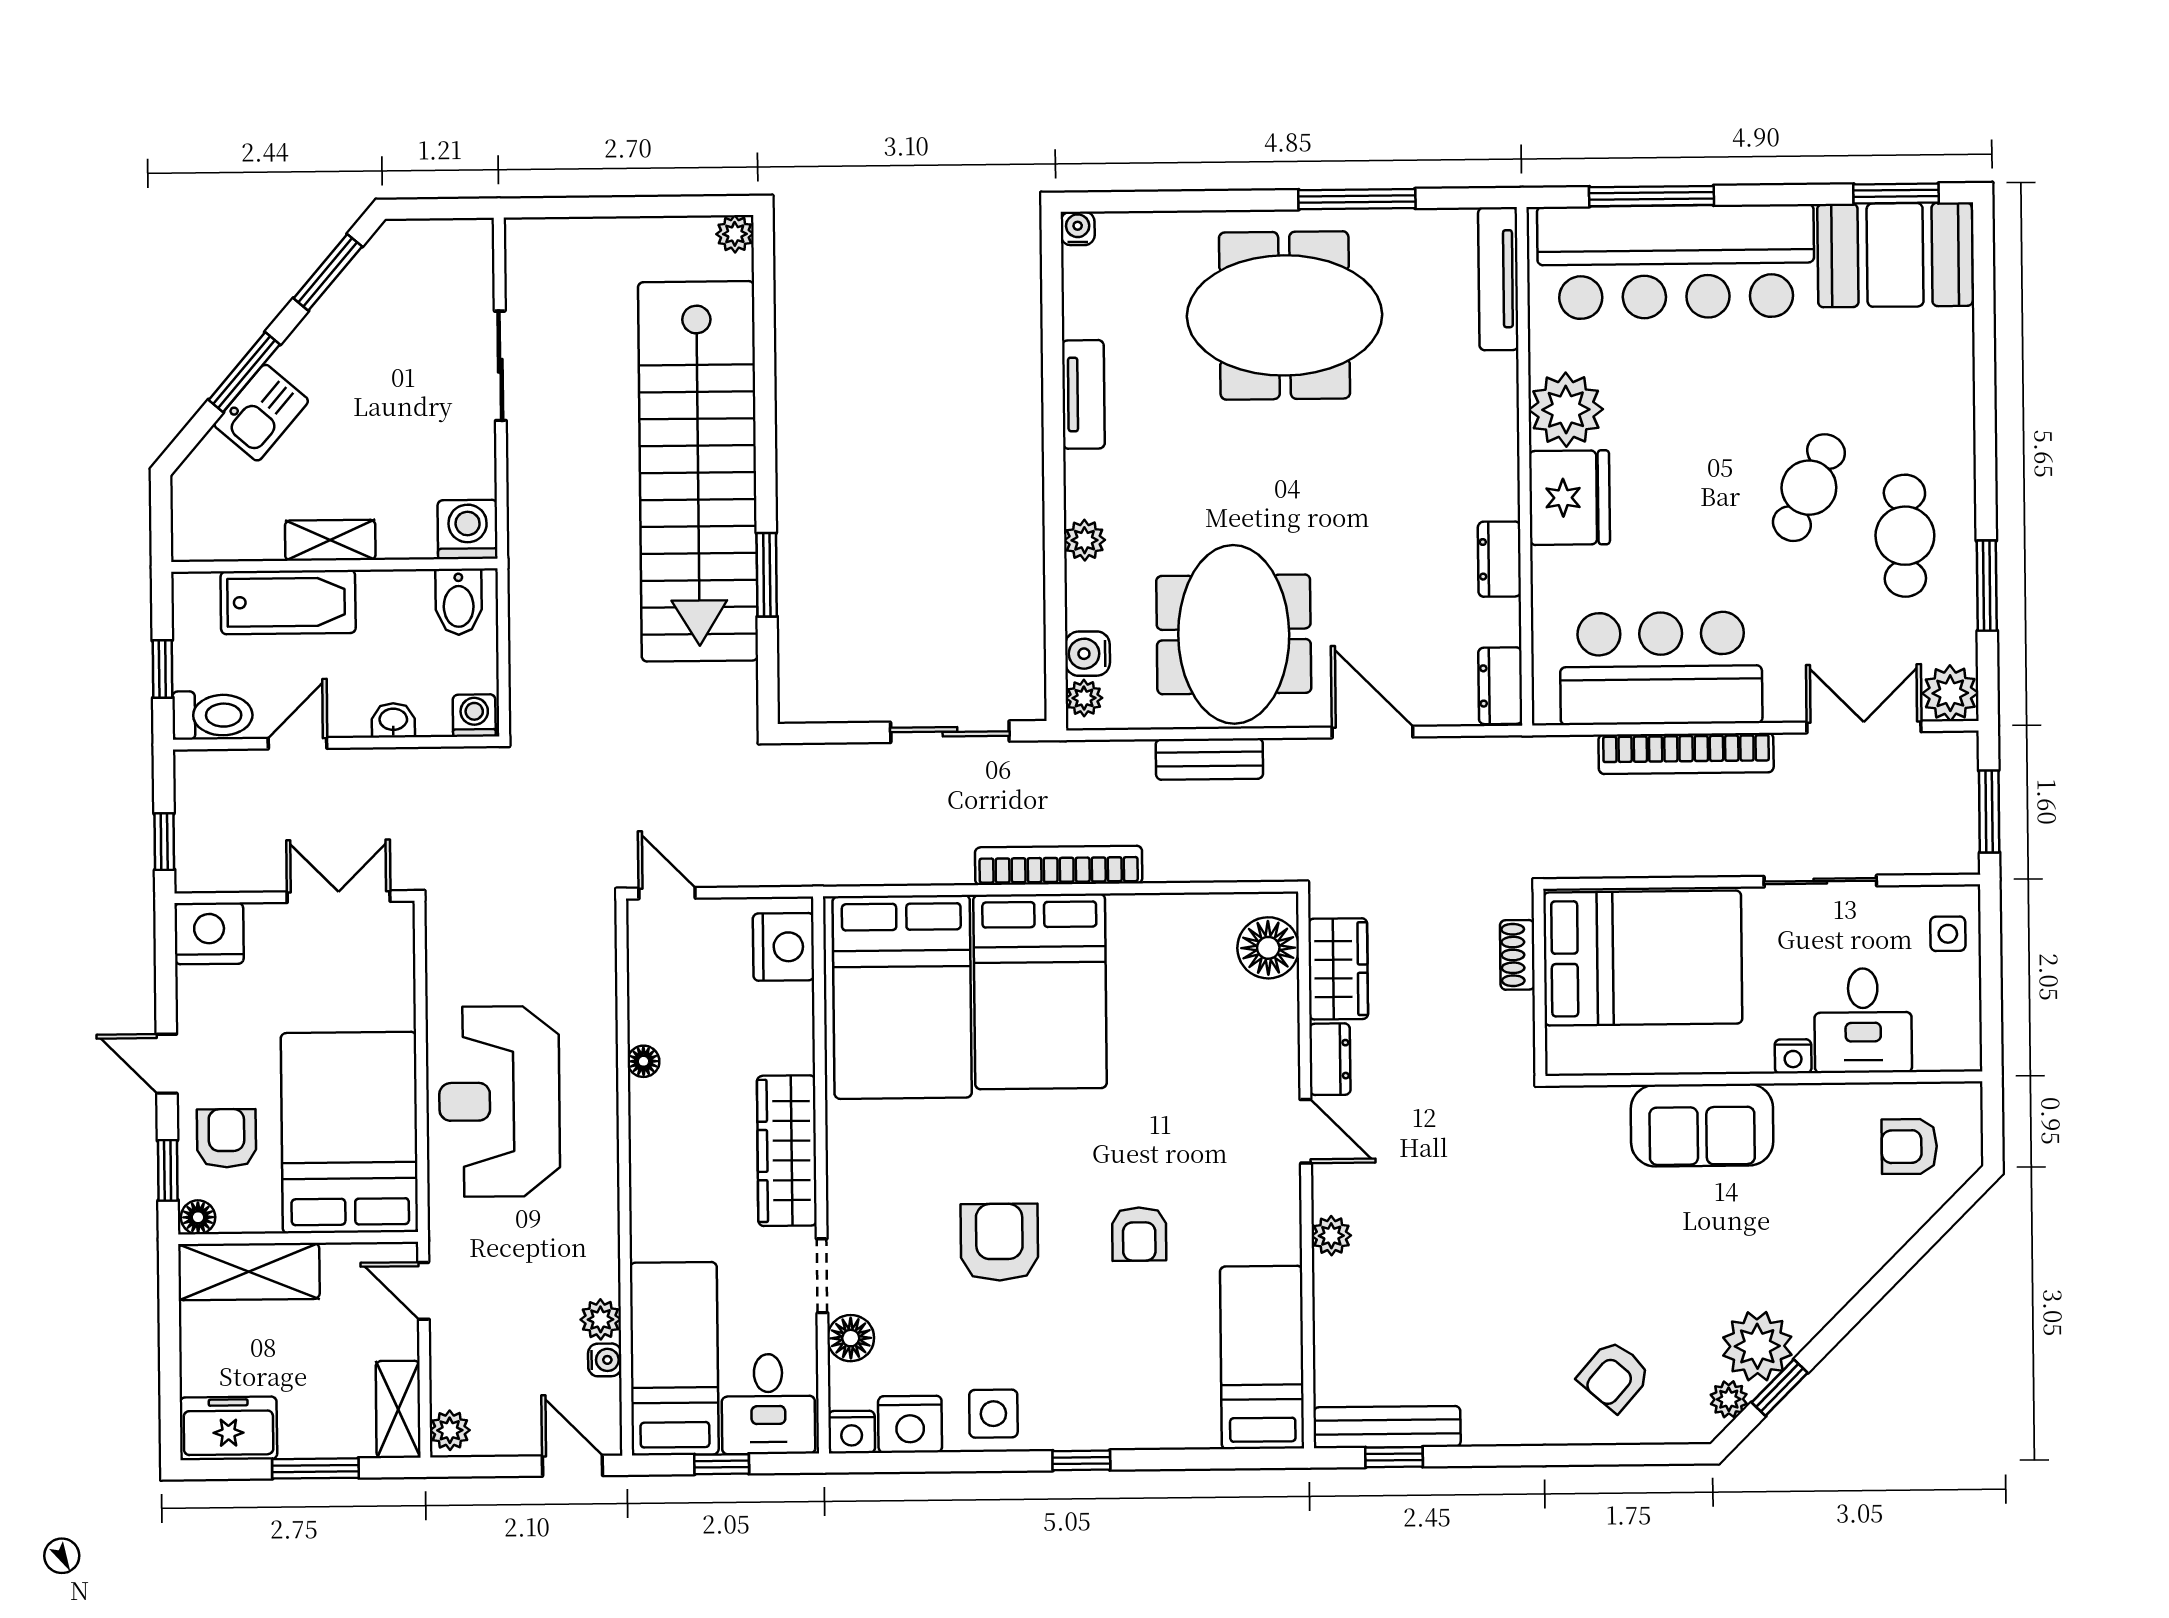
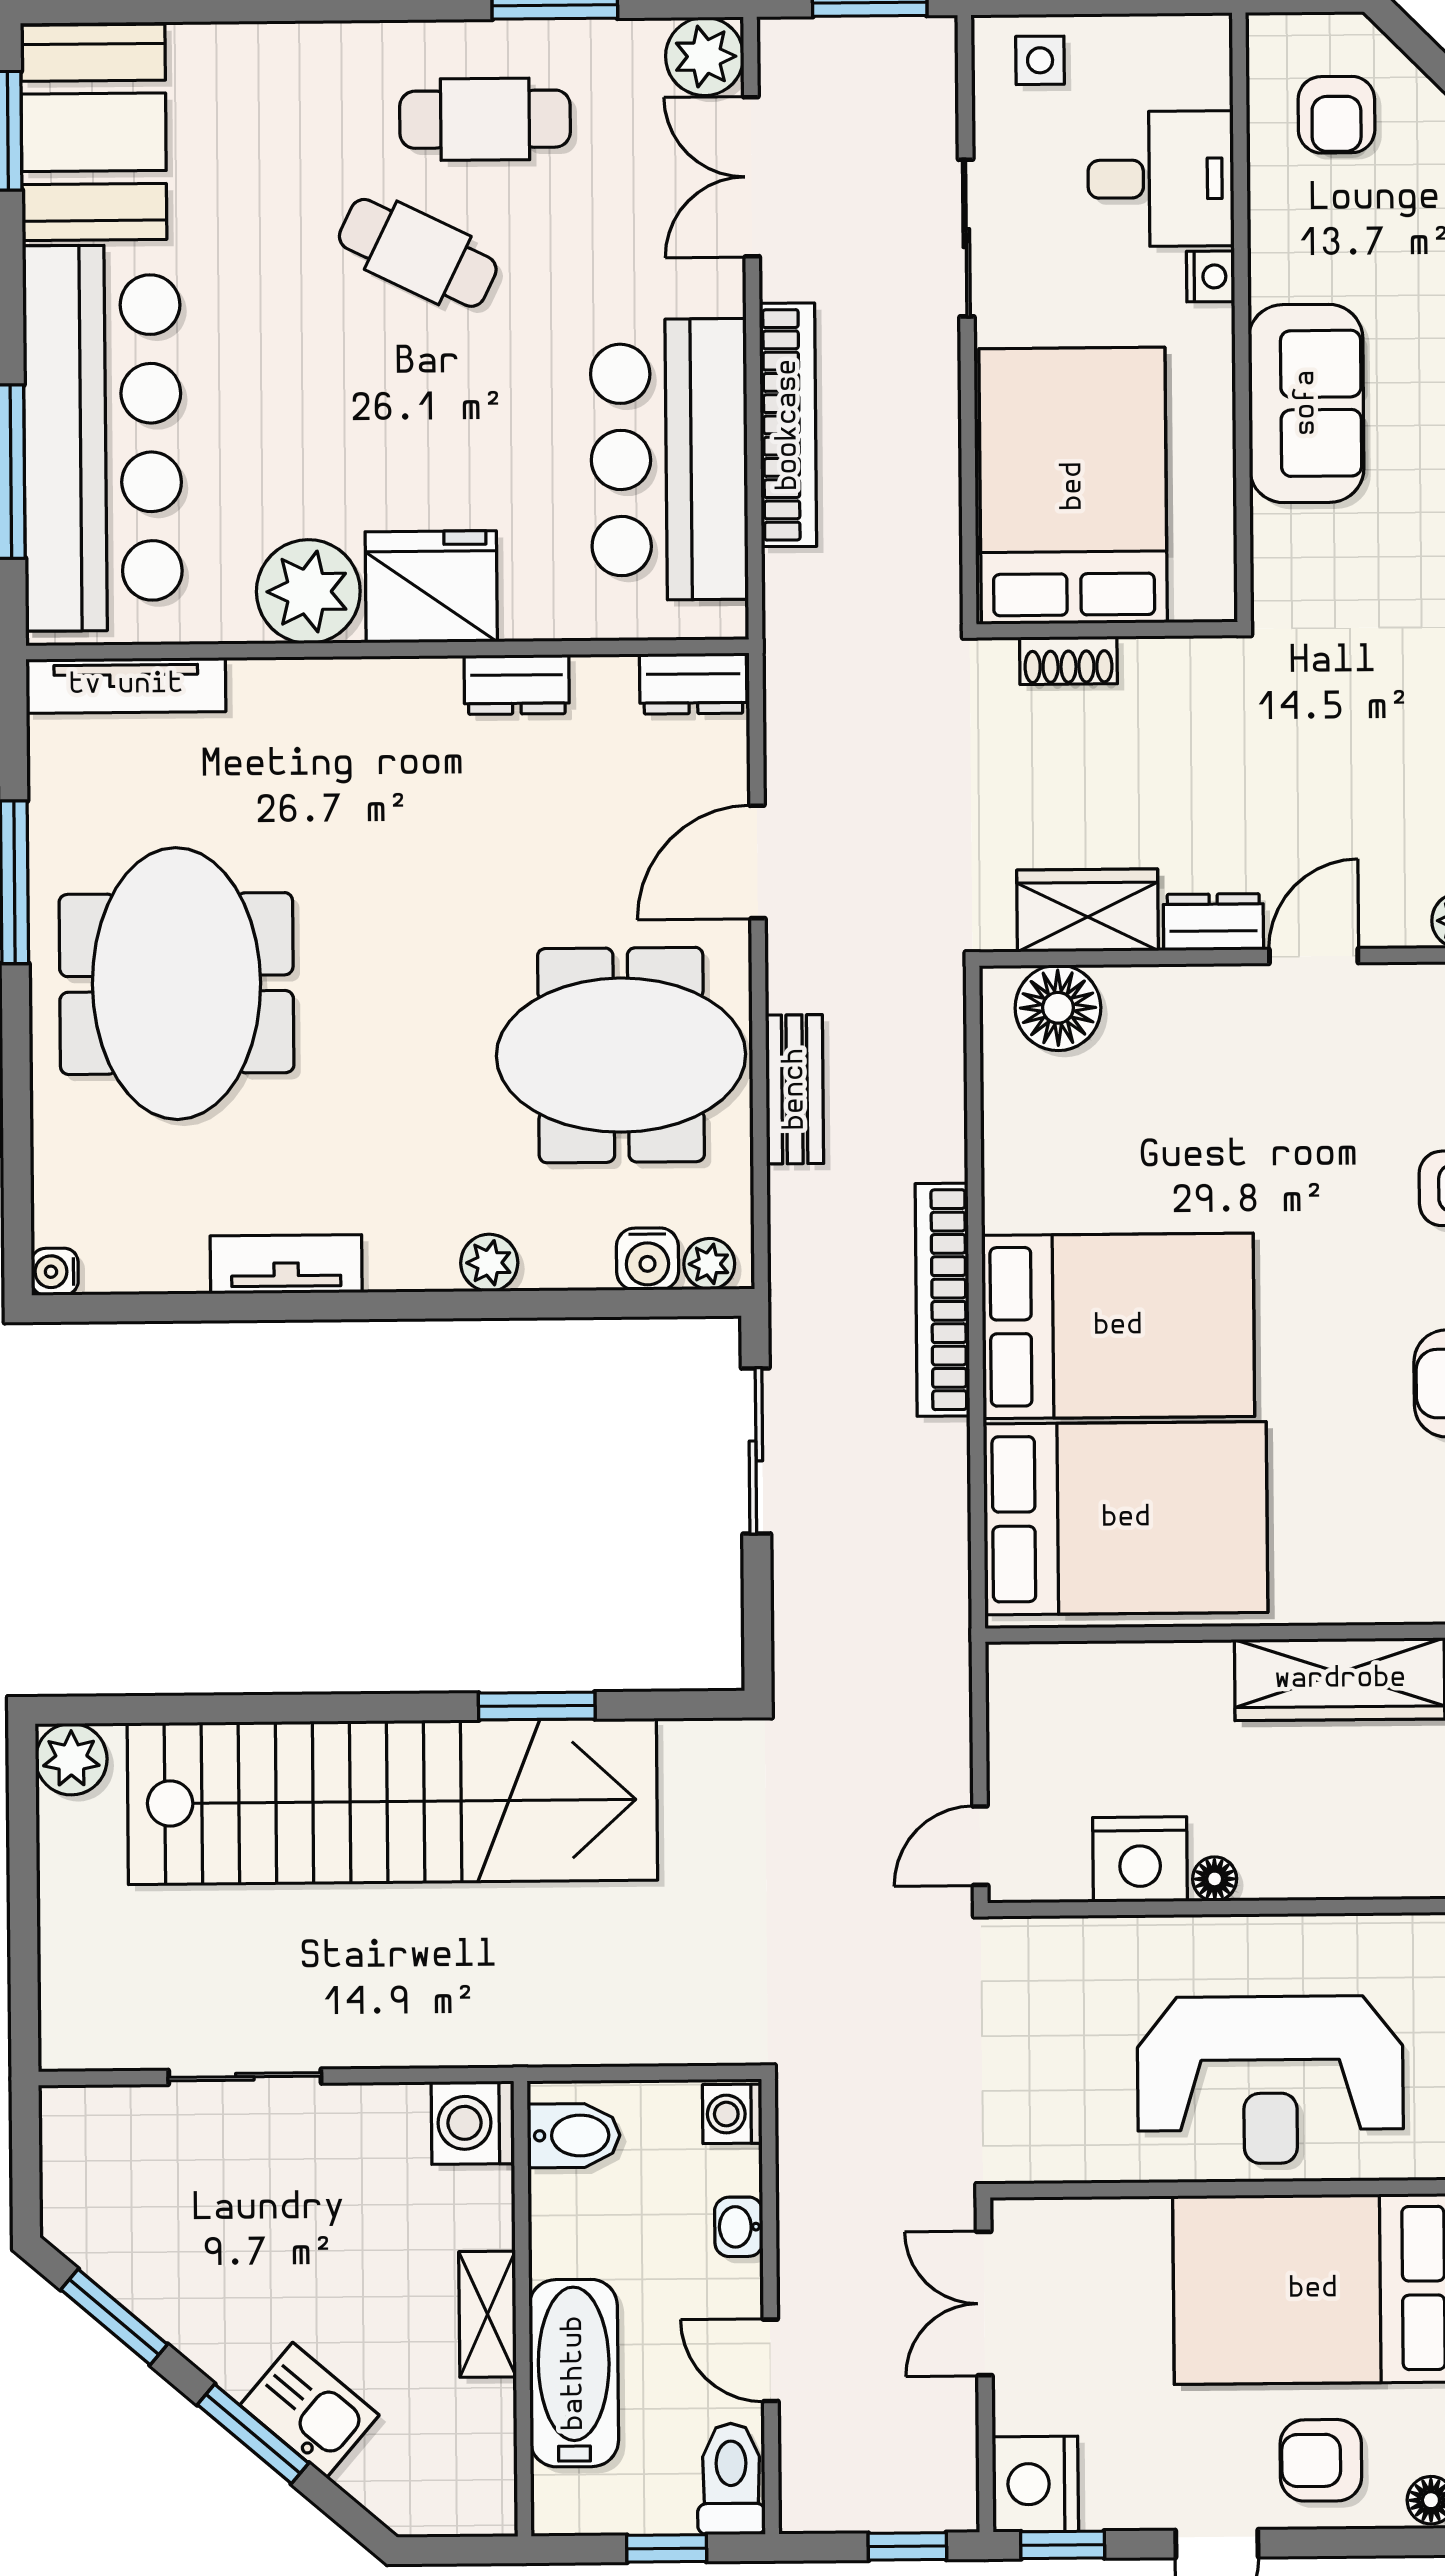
plant: (735, 234) -> (71, 1759), width x1.38, depth x1.38
nightstand: (784, 947) -> (1140, 1859), moved, turned 180
window: (168, 1170) -> (1063, 2545), moved

